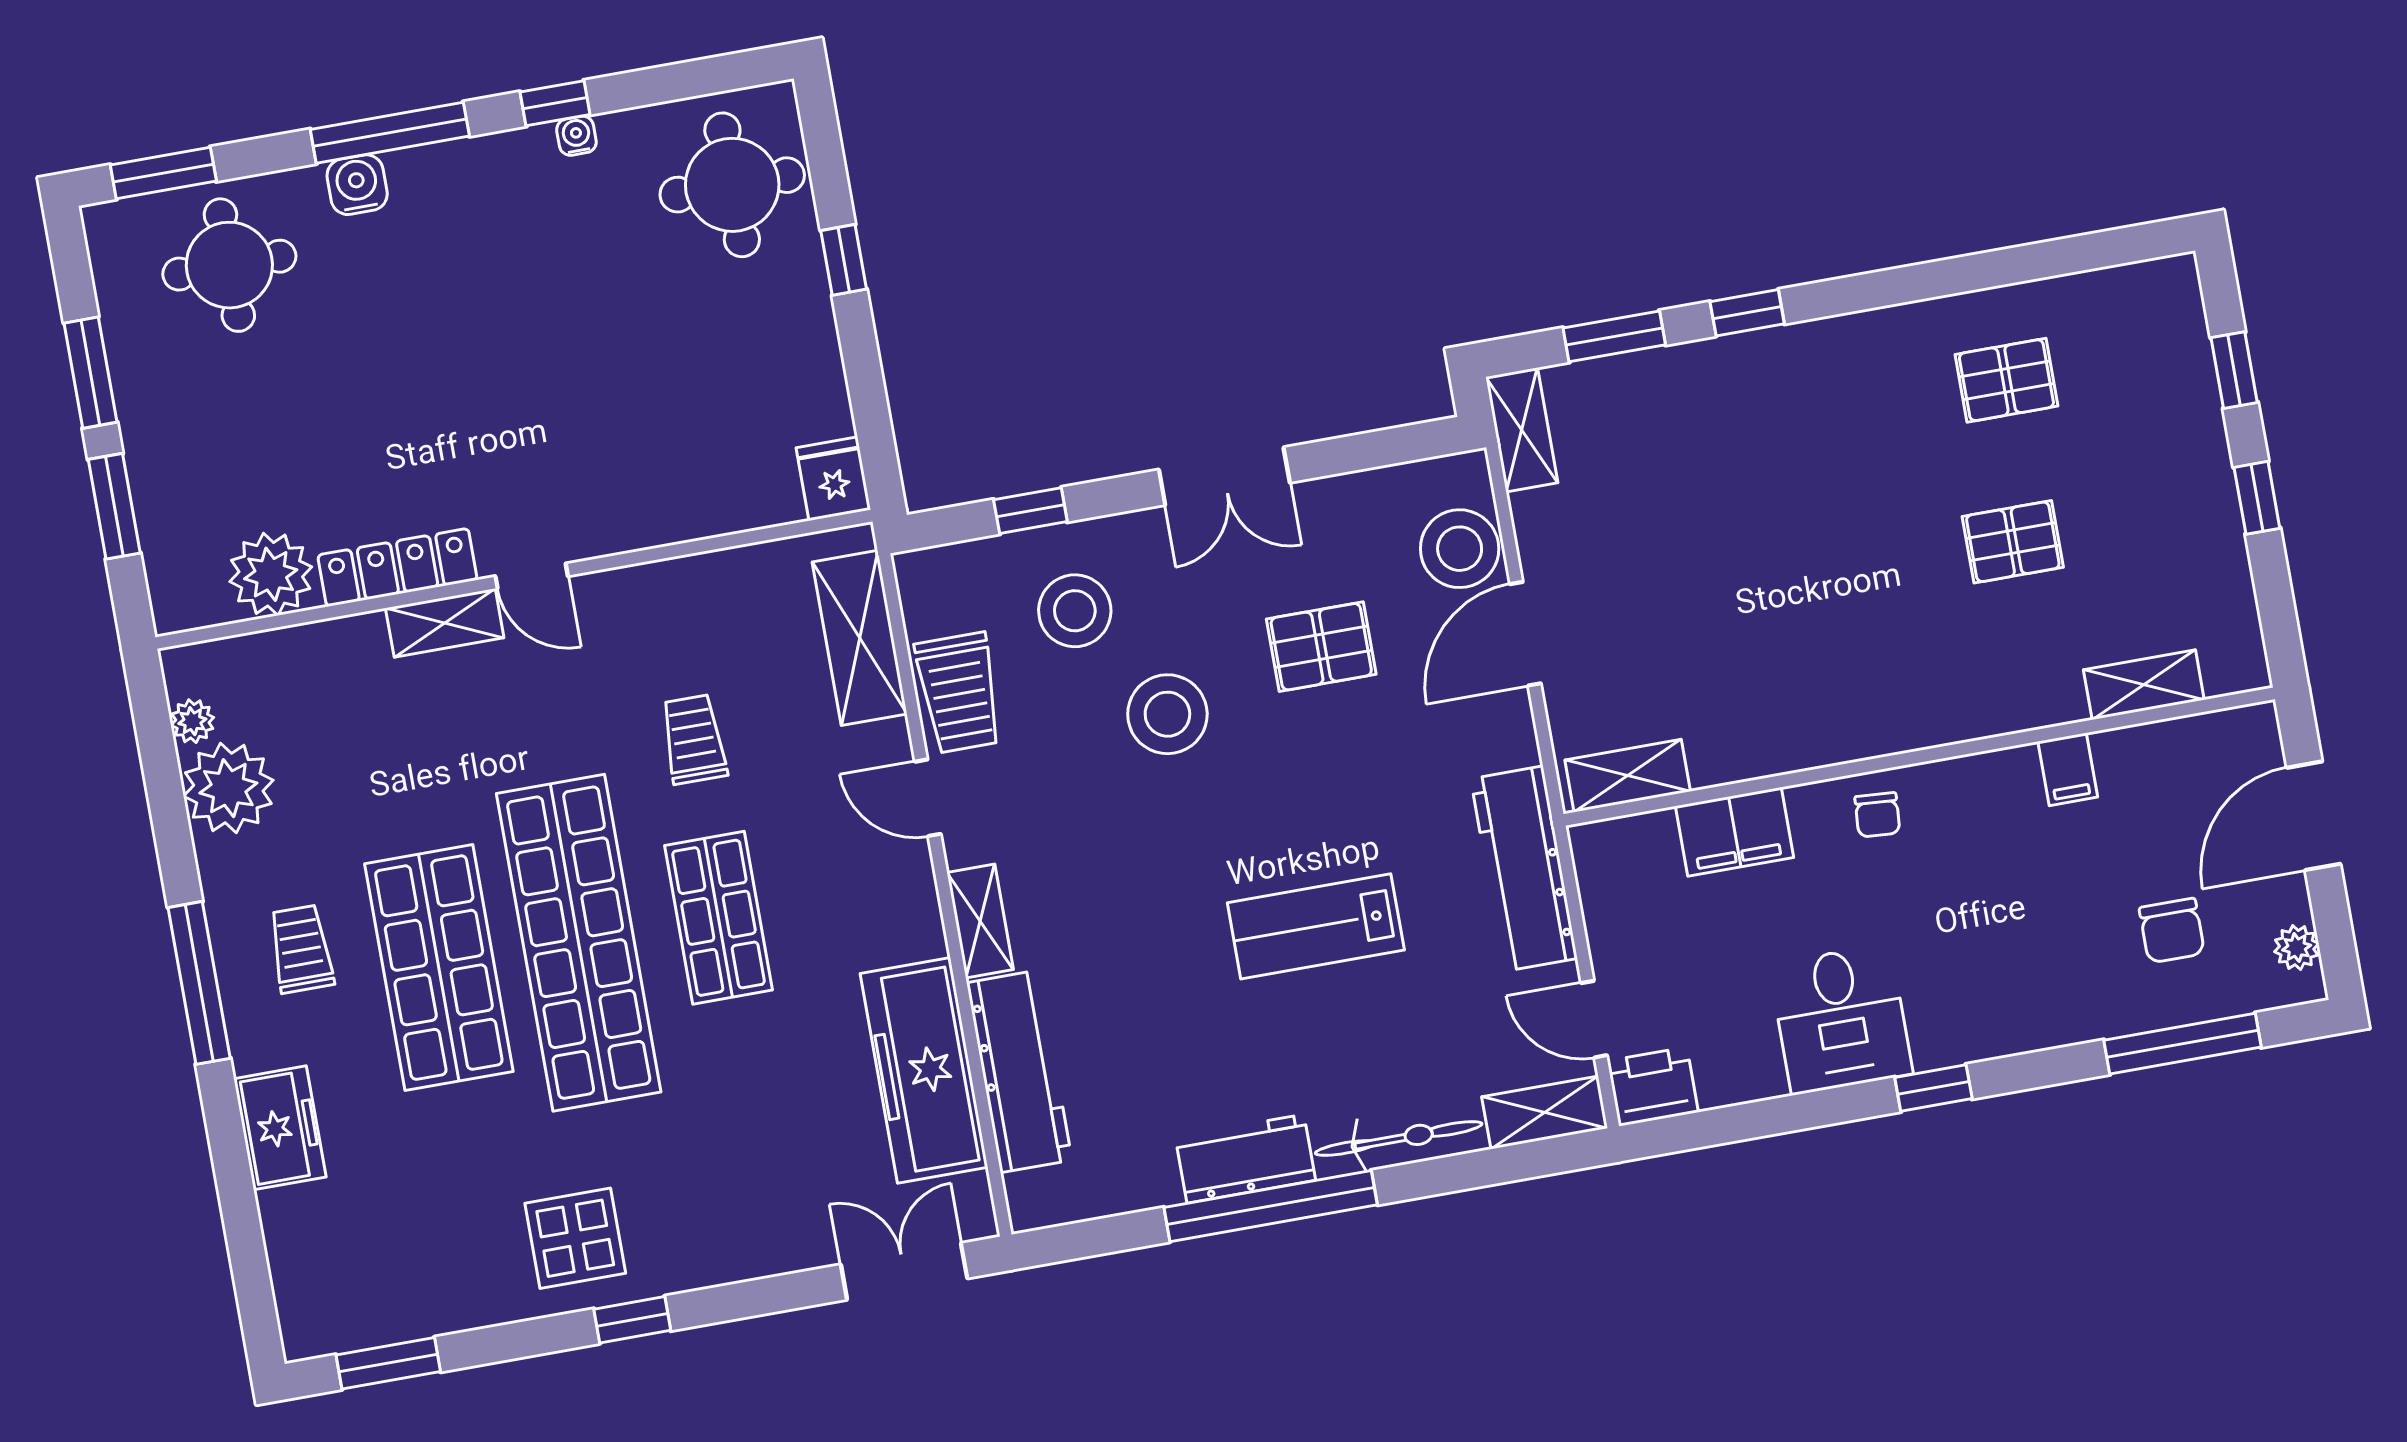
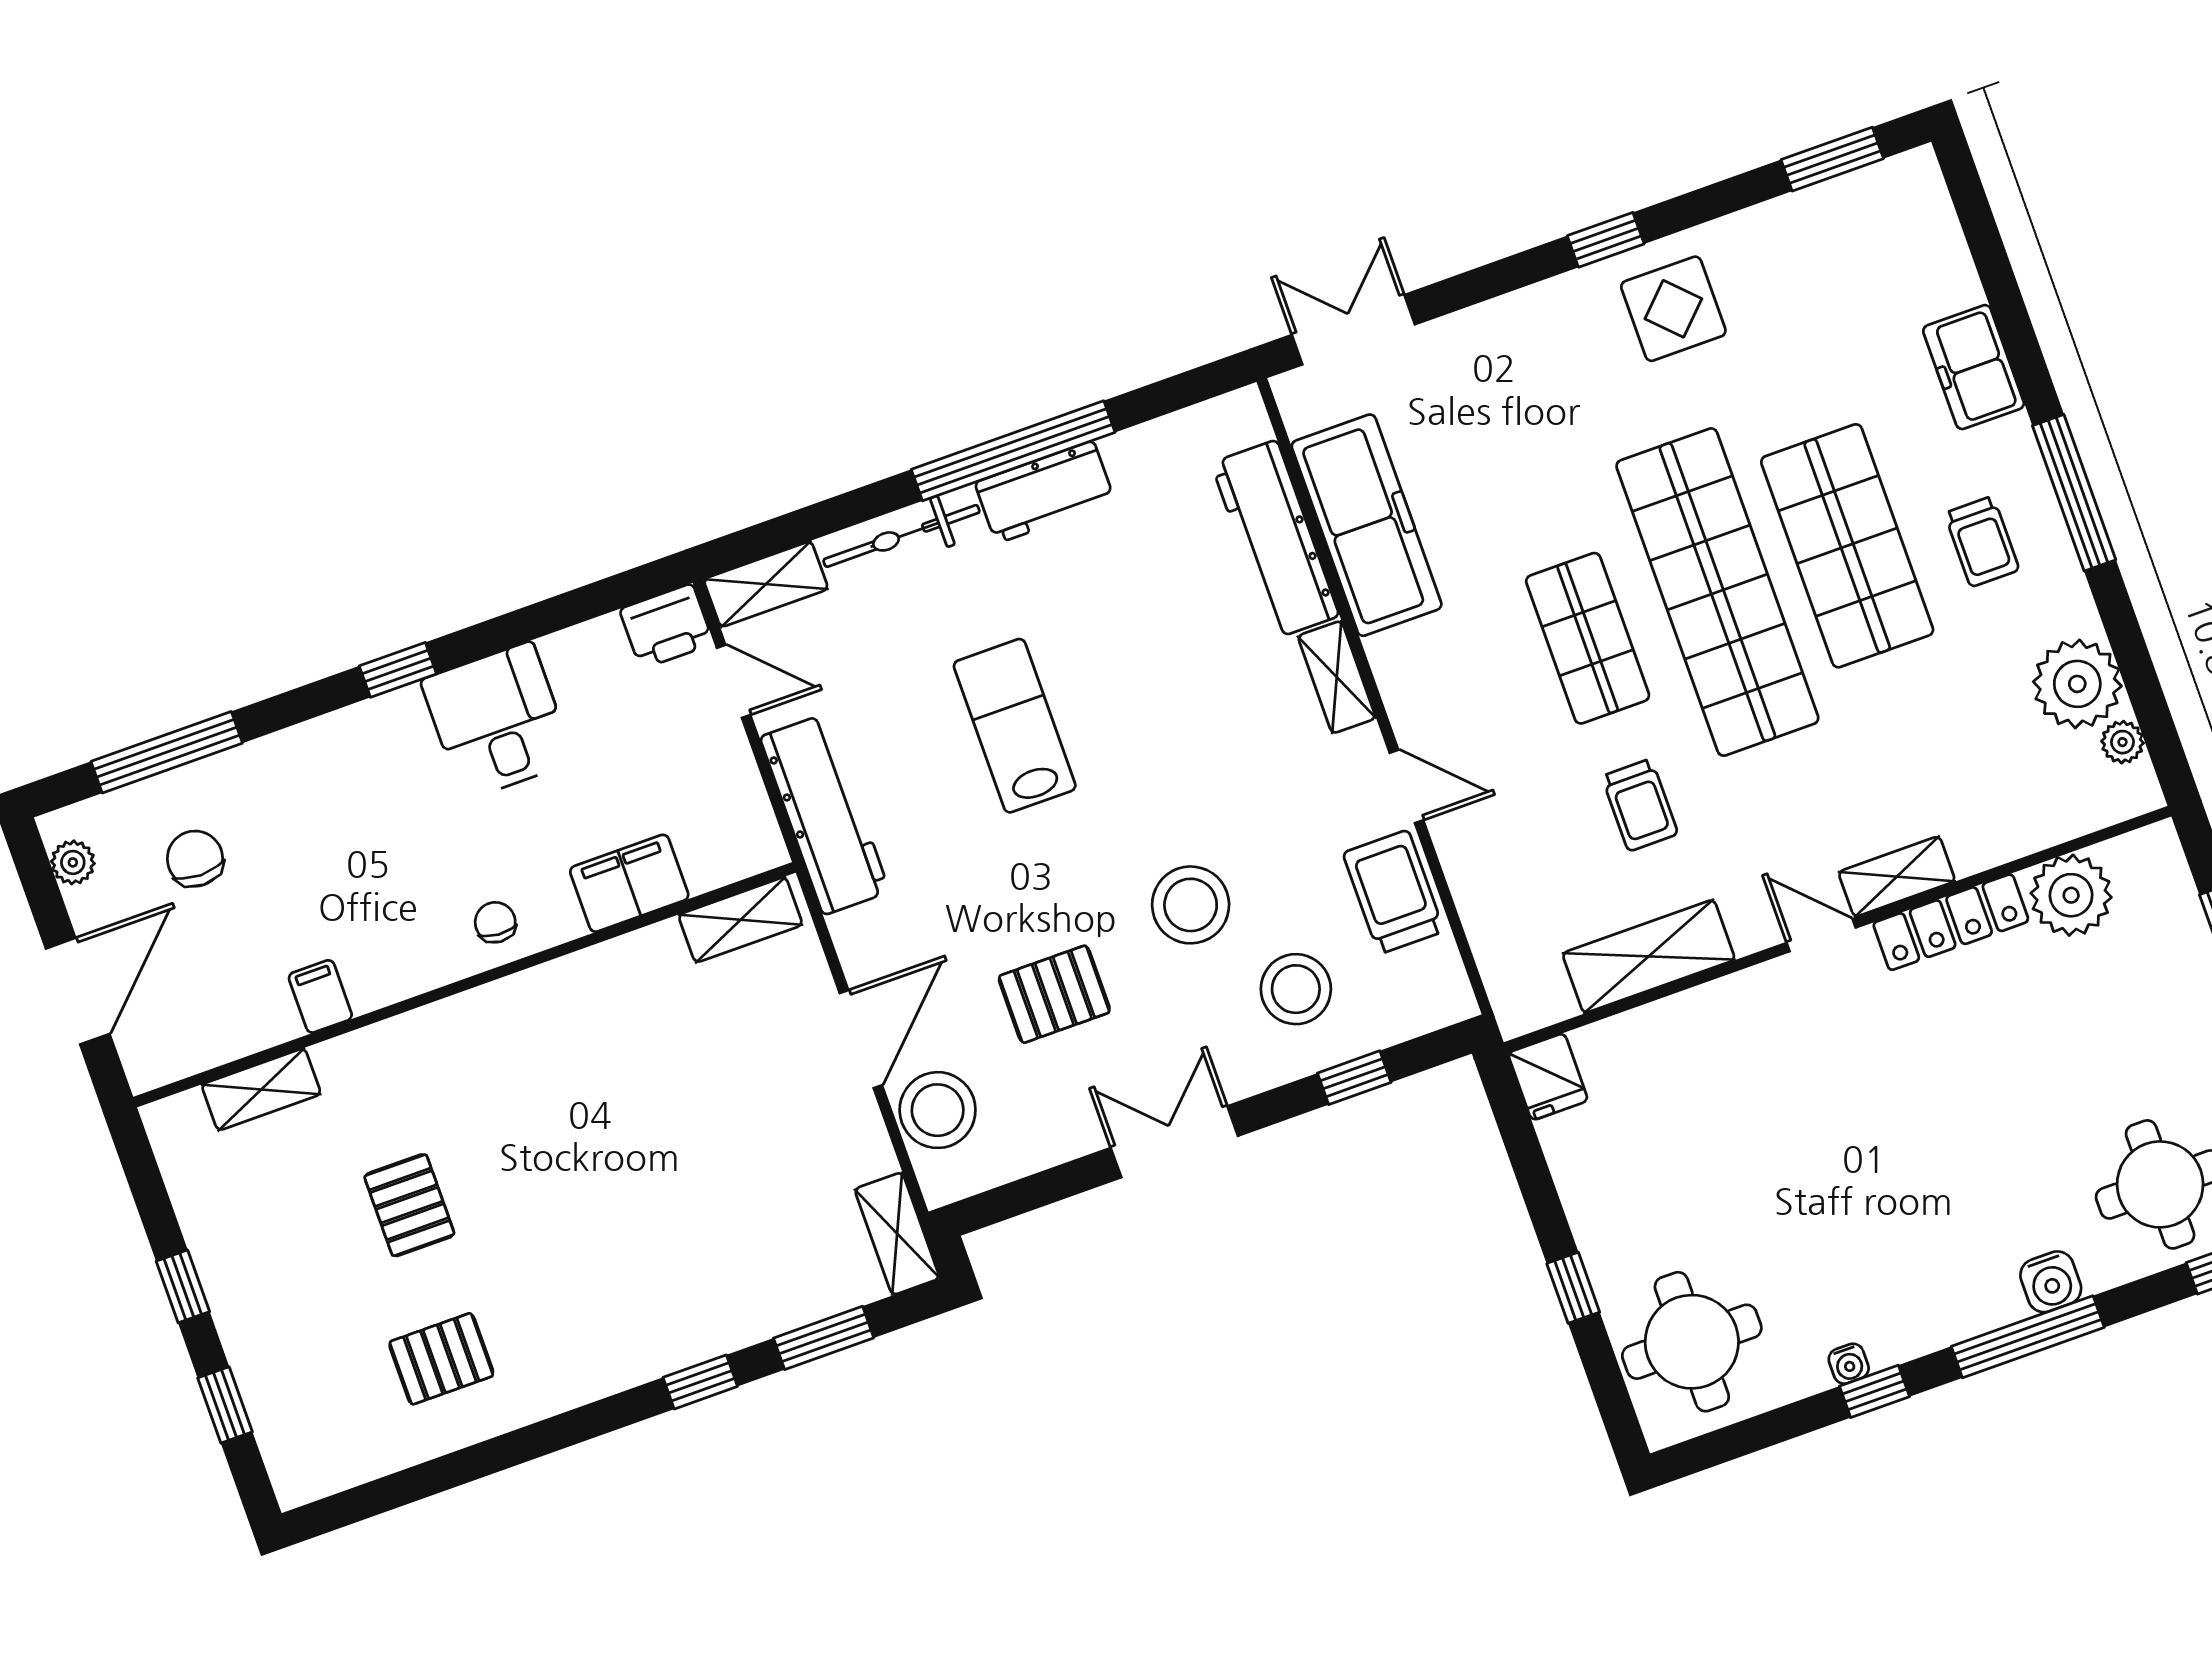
pallet: (2013, 542) -> (409, 1205), turned 90
shelving: (860, 638) -> (1649, 956), moved, turned 90
lab bench: (1316, 926) -> (1015, 726), turned -90
double door: (904, 1271) -> (1353, 330), swing flipped

